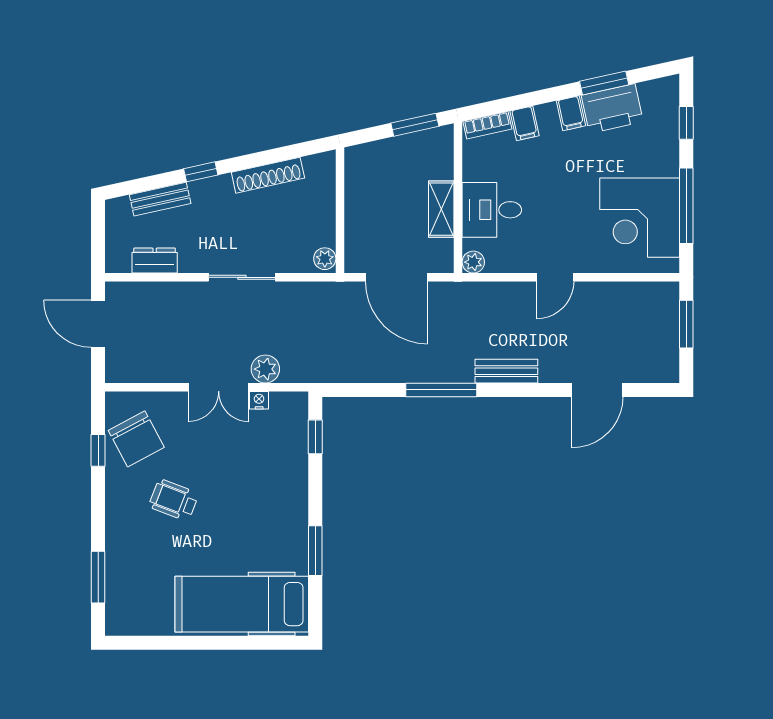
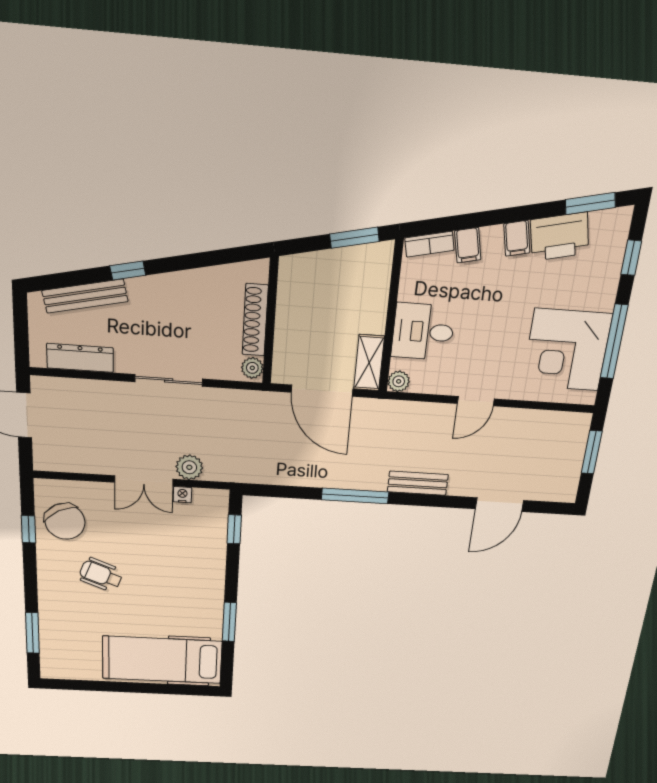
window: (604, 83) -> (590, 204), moved
shoe rack: (268, 175) -> (255, 320), moved, turned 102
bench: (160, 199) -> (85, 296), width x1.36
shelving: (441, 209) -> (369, 363), moved
dresser: (155, 261) -> (80, 358), width x1.44

